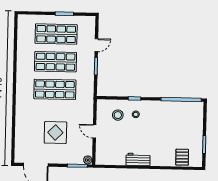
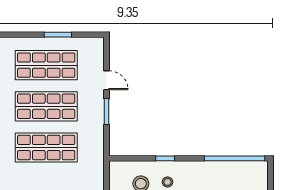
door: (96, 45) -> (107, 80), hinge flipped

